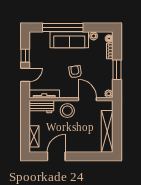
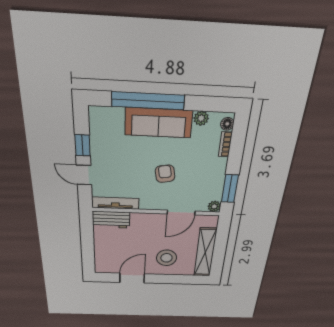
window: (117, 70) -> (230, 189), moved
door: (25, 75) -> (84, 175), swing flipped
door: (87, 99) -> (181, 212), swing flipped
stool: (67, 111) -> (166, 258), moved
shelving: (34, 136) -> (101, 255), removed

